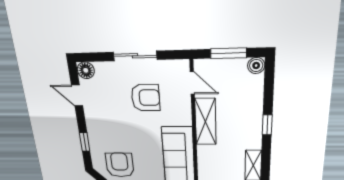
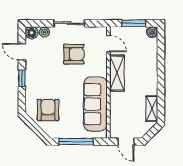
plant: (103, 69) -> (44, 32), added
window: (267, 125) -> (161, 76), removed
window: (85, 142) -> (22, 78), moved

